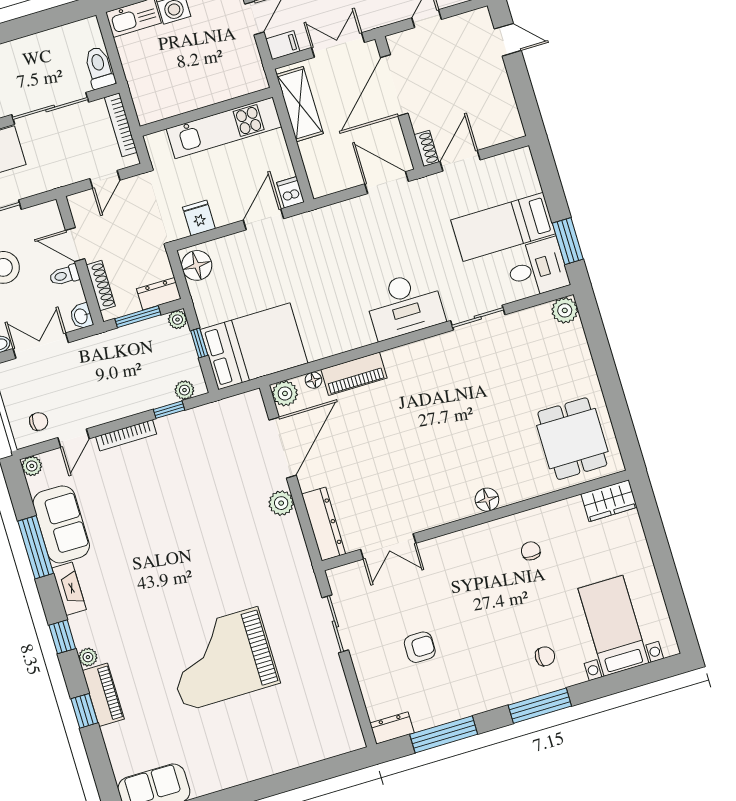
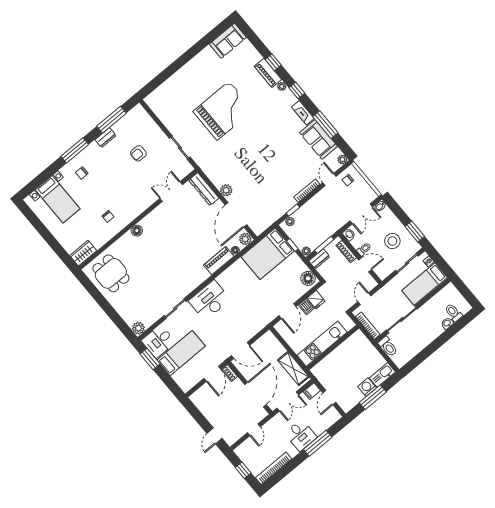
door: (508, 40) -> (214, 436), hinge flipped
dishwasher: (290, 192) -> (306, 307), moved
dresser: (392, 728) -> (106, 138), moved

